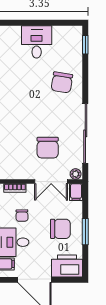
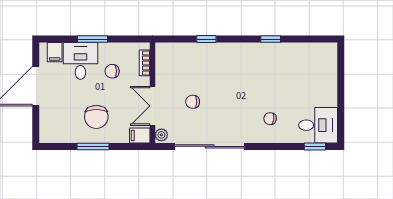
desk: (37, 42) -> (318, 125), moved
chair: (62, 82) -> (270, 119), width x0.54, depth x0.54
chair: (48, 148) -> (193, 102), width x0.54, depth x0.54
printer: (67, 266) -> (52, 125), removed

